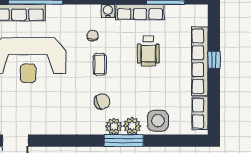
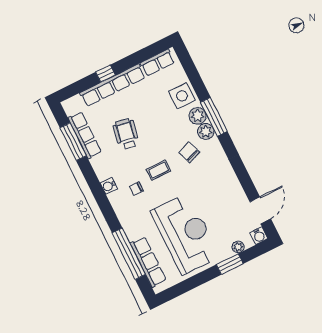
row of seats: (140, 12) -> (85, 135), moved
wheelchair: (148, 51) -> (126, 134), turned -80

